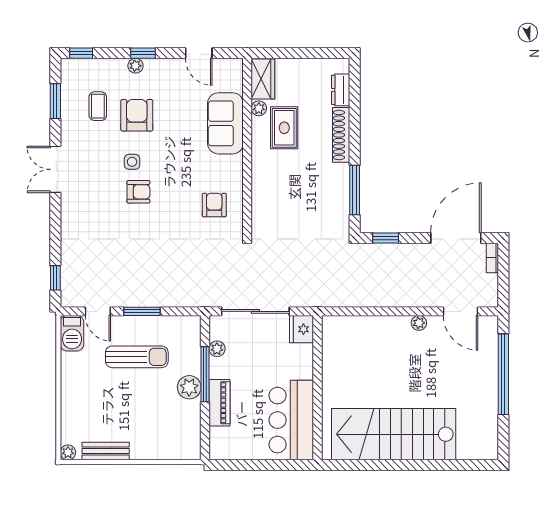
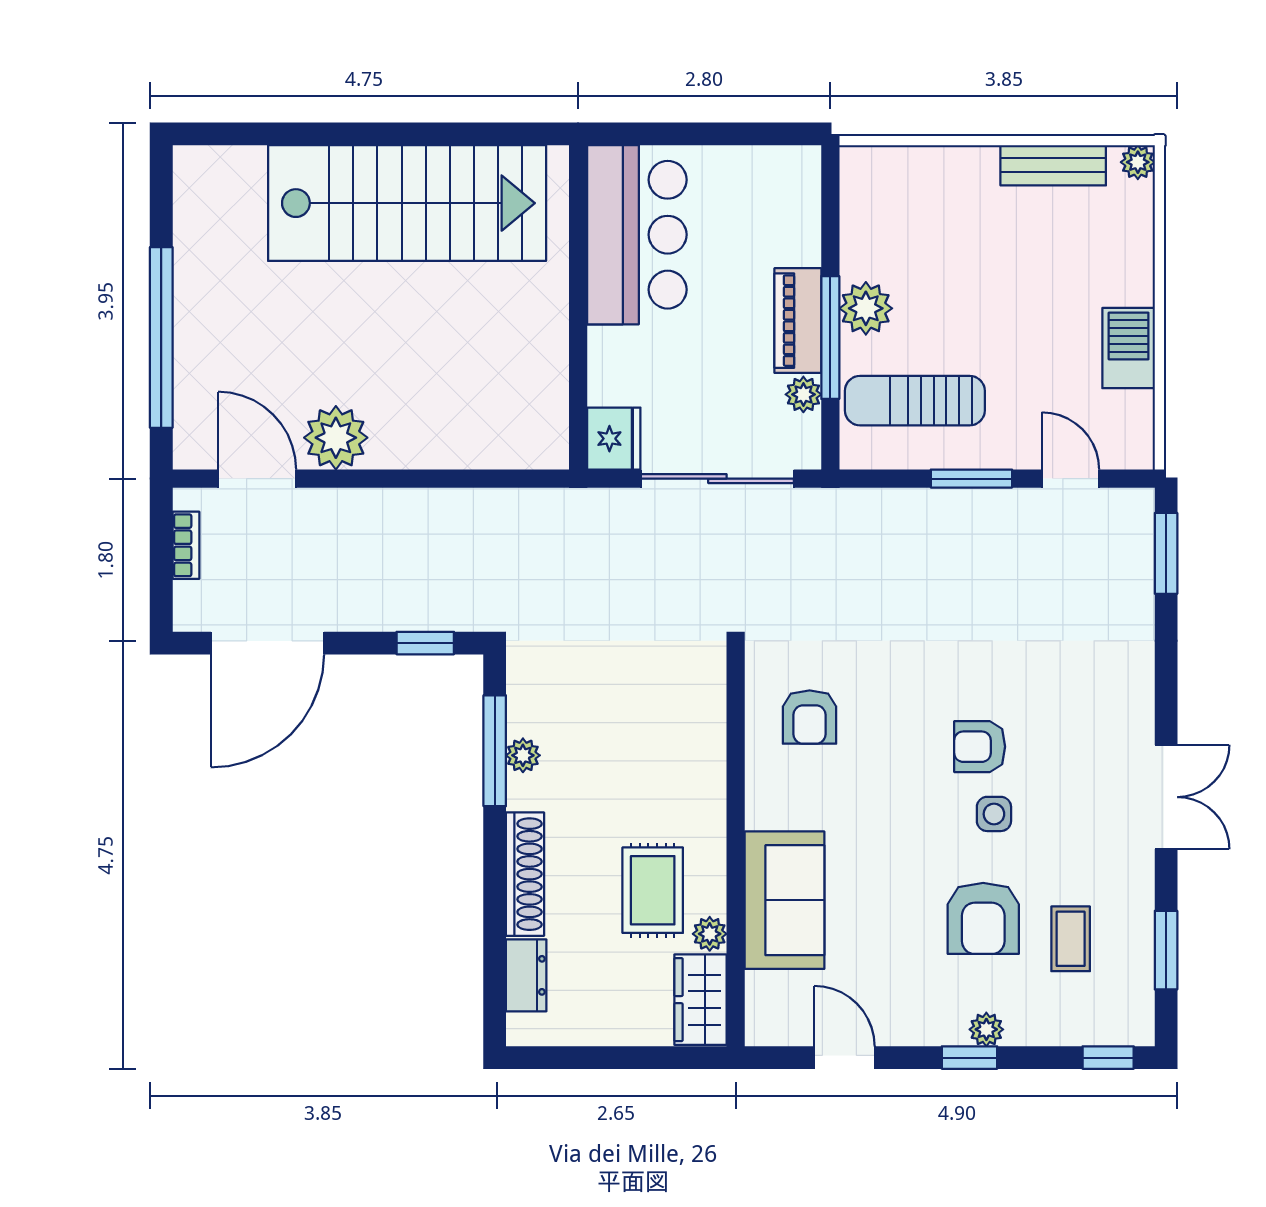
plant: (342, 188) -> (523, 755), added
bookcase: (492, 258) -> (186, 545), moved
window: (55, 278) -> (1166, 553), width x1.50
plant: (419, 323) -> (336, 438), width x1.87, depth x1.87
barbecue: (72, 333) -> (1129, 348), moved
sun lounger: (137, 357) -> (915, 401), moved
piano: (219, 403) -> (798, 321), moved

